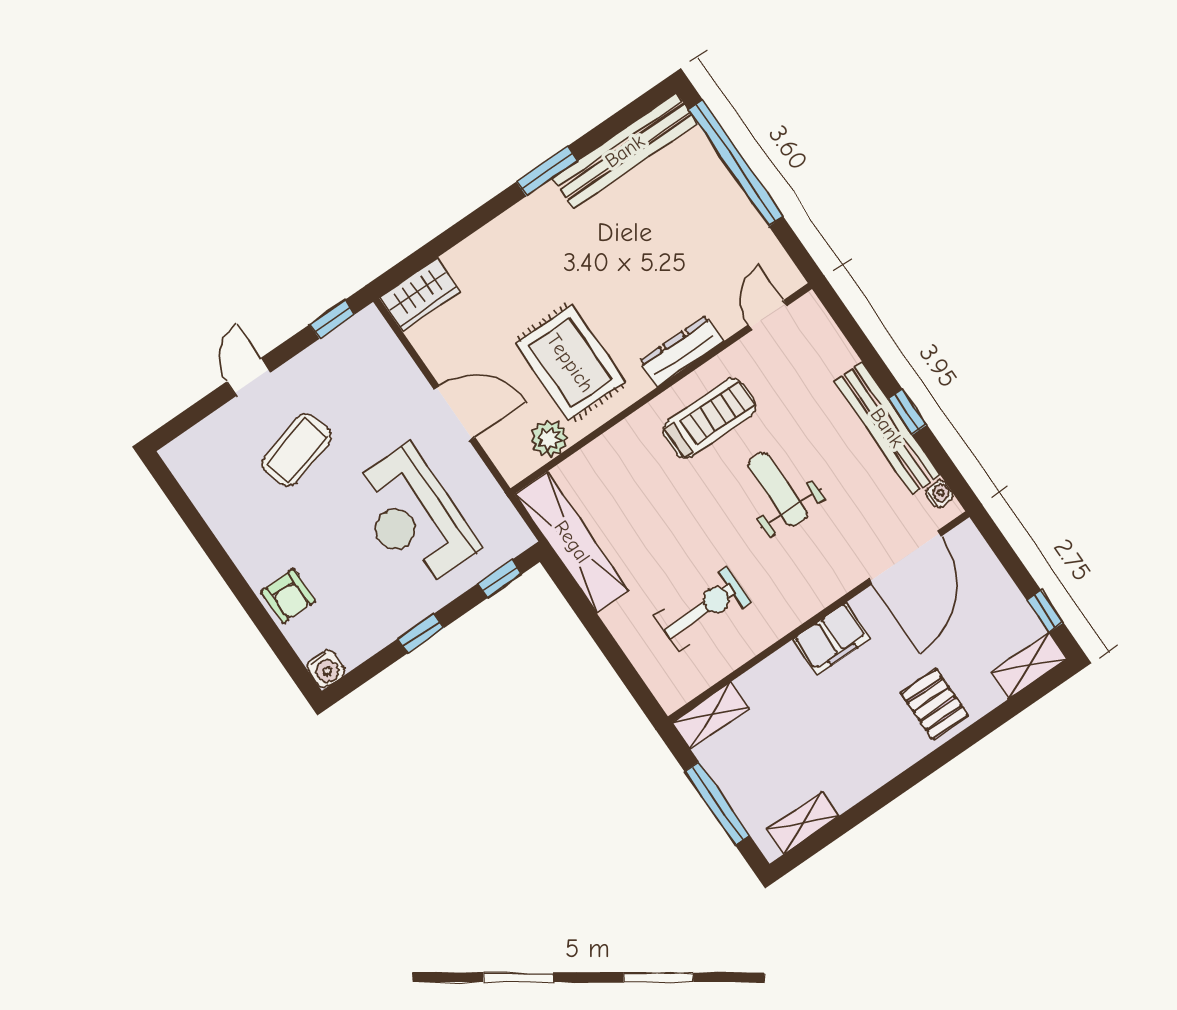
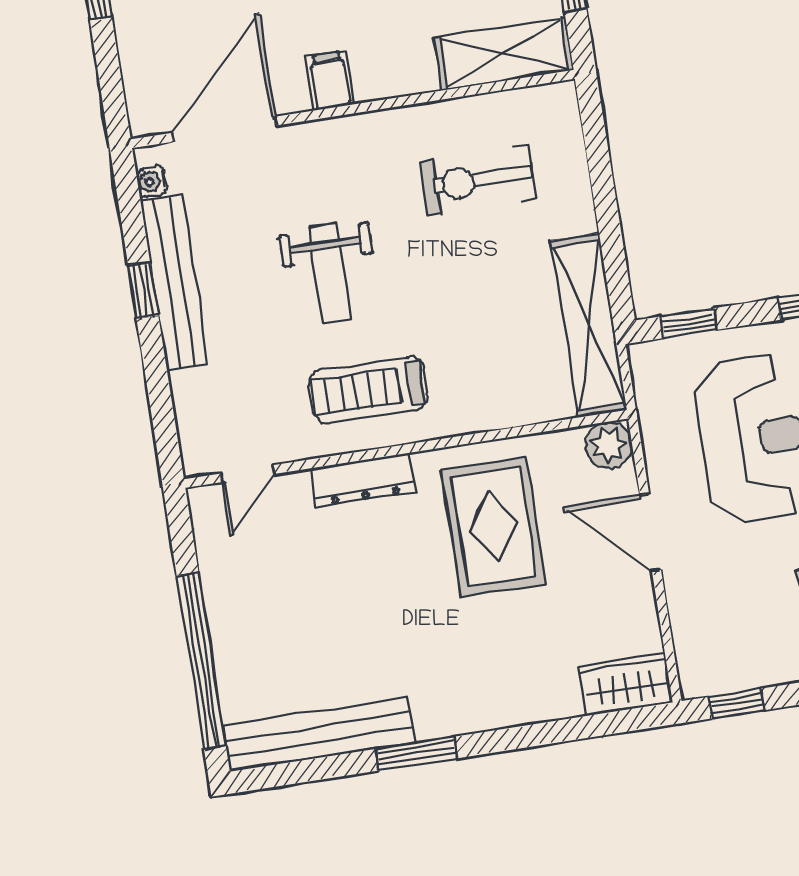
plant: (549, 439) -> (609, 445), moved
filing cabinet: (832, 639) -> (330, 81), width x0.50
shelving: (710, 715) -> (504, 54), width x1.50, depth x1.33

